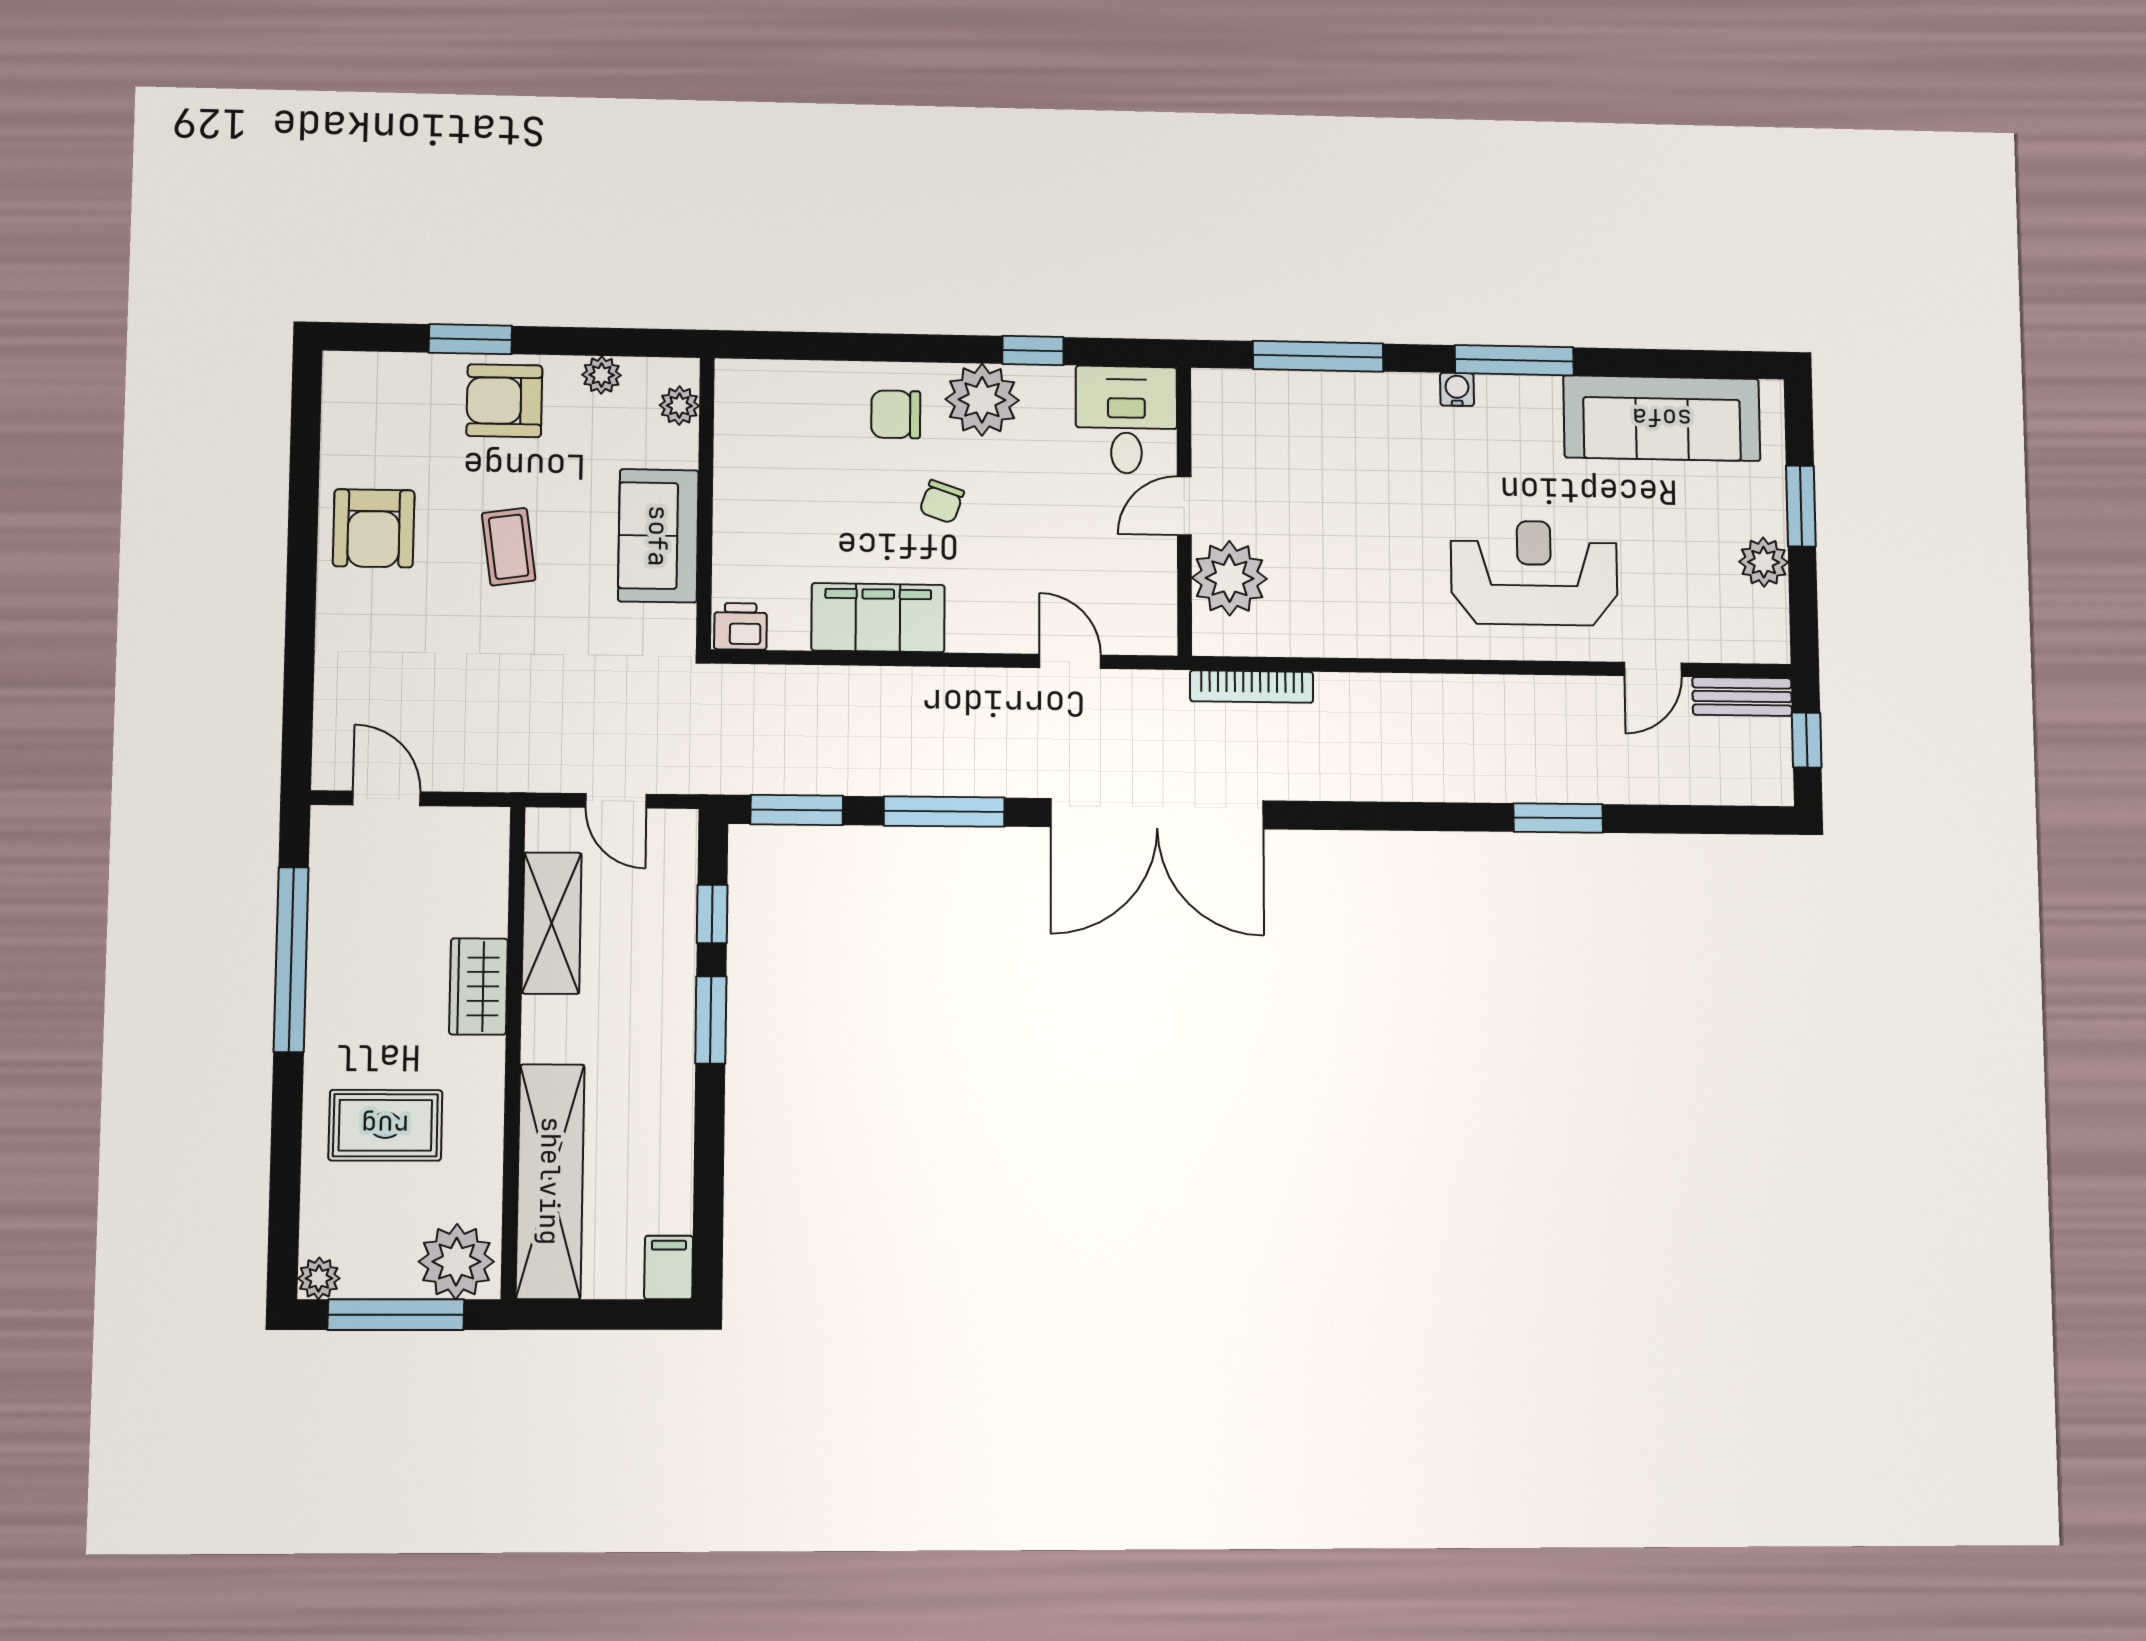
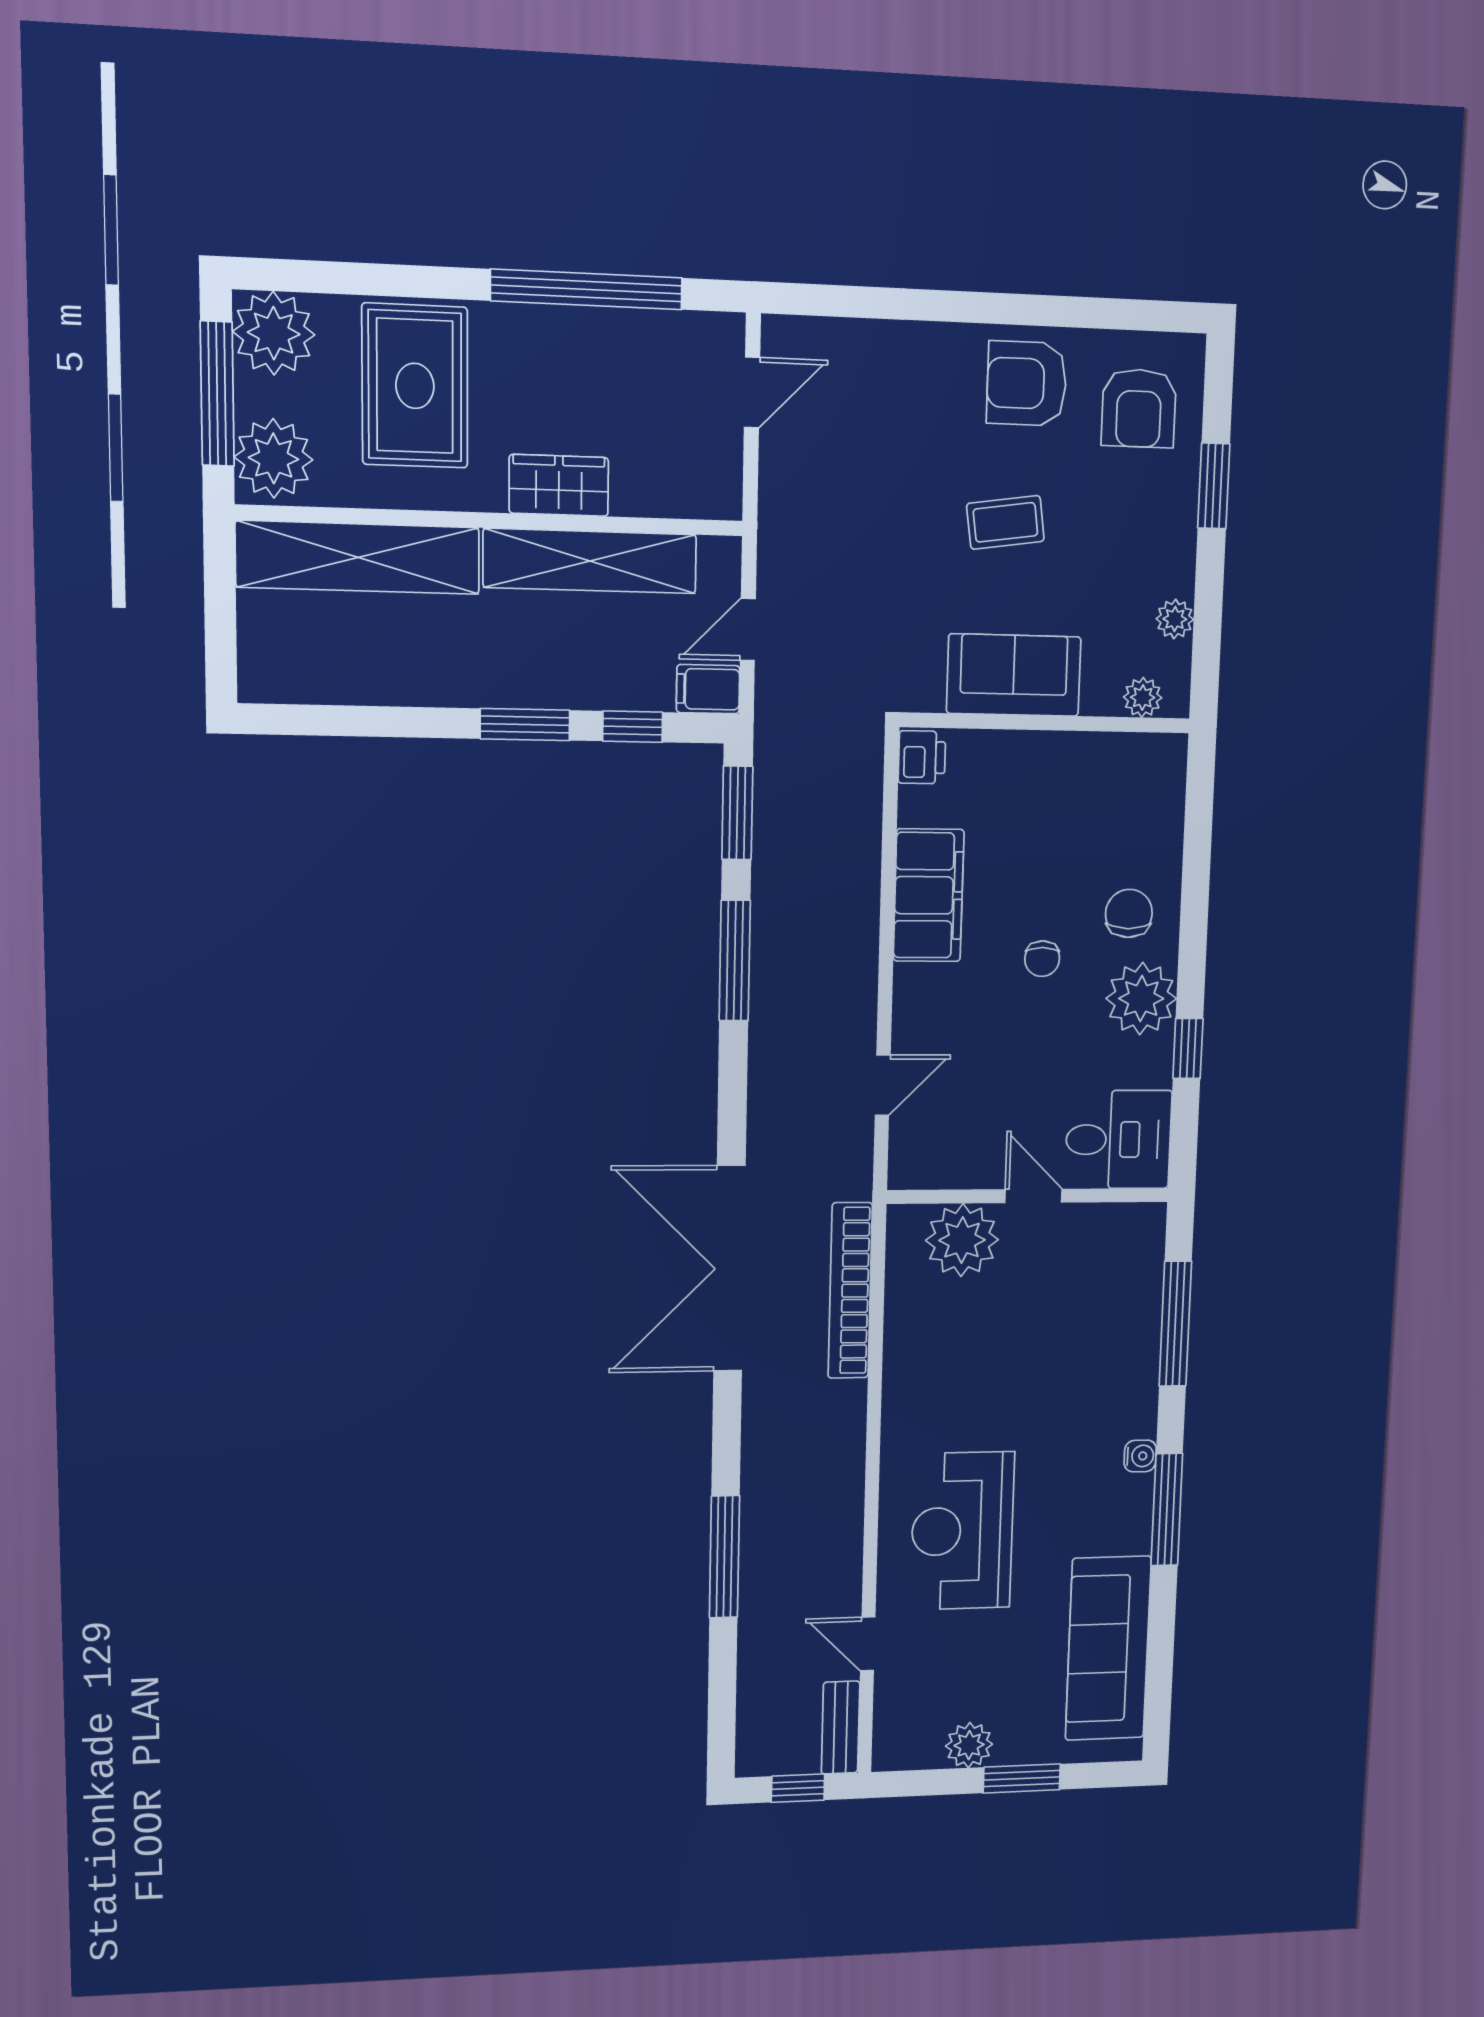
armchair: (504, 401) -> (1139, 408), moved, turned 180
chair: (942, 502) -> (1042, 959), turned -109
reception desk: (1534, 573) -> (962, 1531), turned 180
bookcase: (1252, 687) -> (850, 1291), width x1.48, depth x1.31
double door: (1157, 814) -> (729, 1269), moved
window: (1558, 818) -> (724, 1557), width x1.44
shelving: (552, 923) -> (590, 561), width x1.47
rug: (385, 1125) -> (415, 386), width x1.36, depth x1.43
filing cabinet: (669, 1267) -> (708, 689), moved, turned 180
plant: (319, 1278) -> (274, 333), width x1.88, depth x1.88

